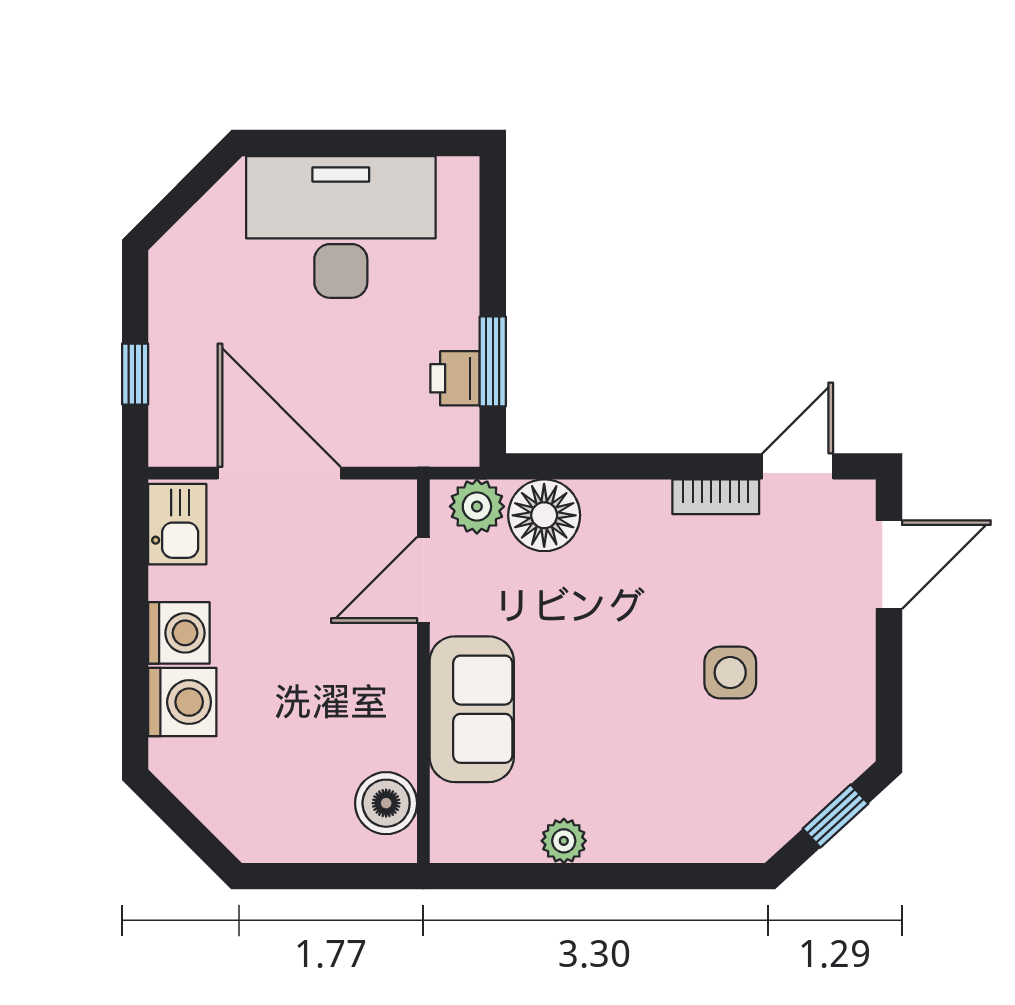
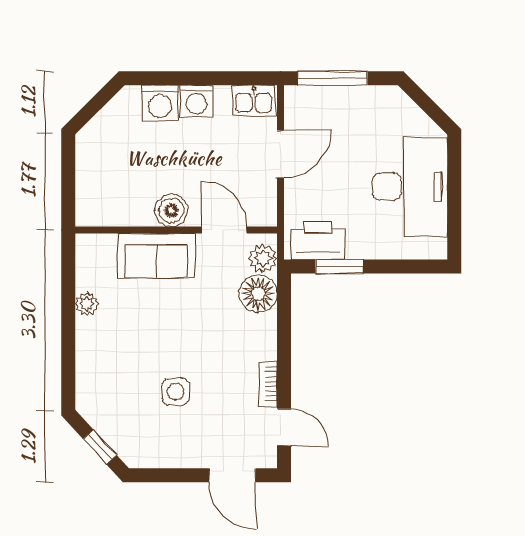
window: (135, 374) -> (333, 78), width x2.17
printer: (455, 378) -> (318, 240), width x1.87, depth x1.48
door: (279, 473) -> (280, 154), width x0.73
boiler: (386, 803) -> (171, 210), moved

